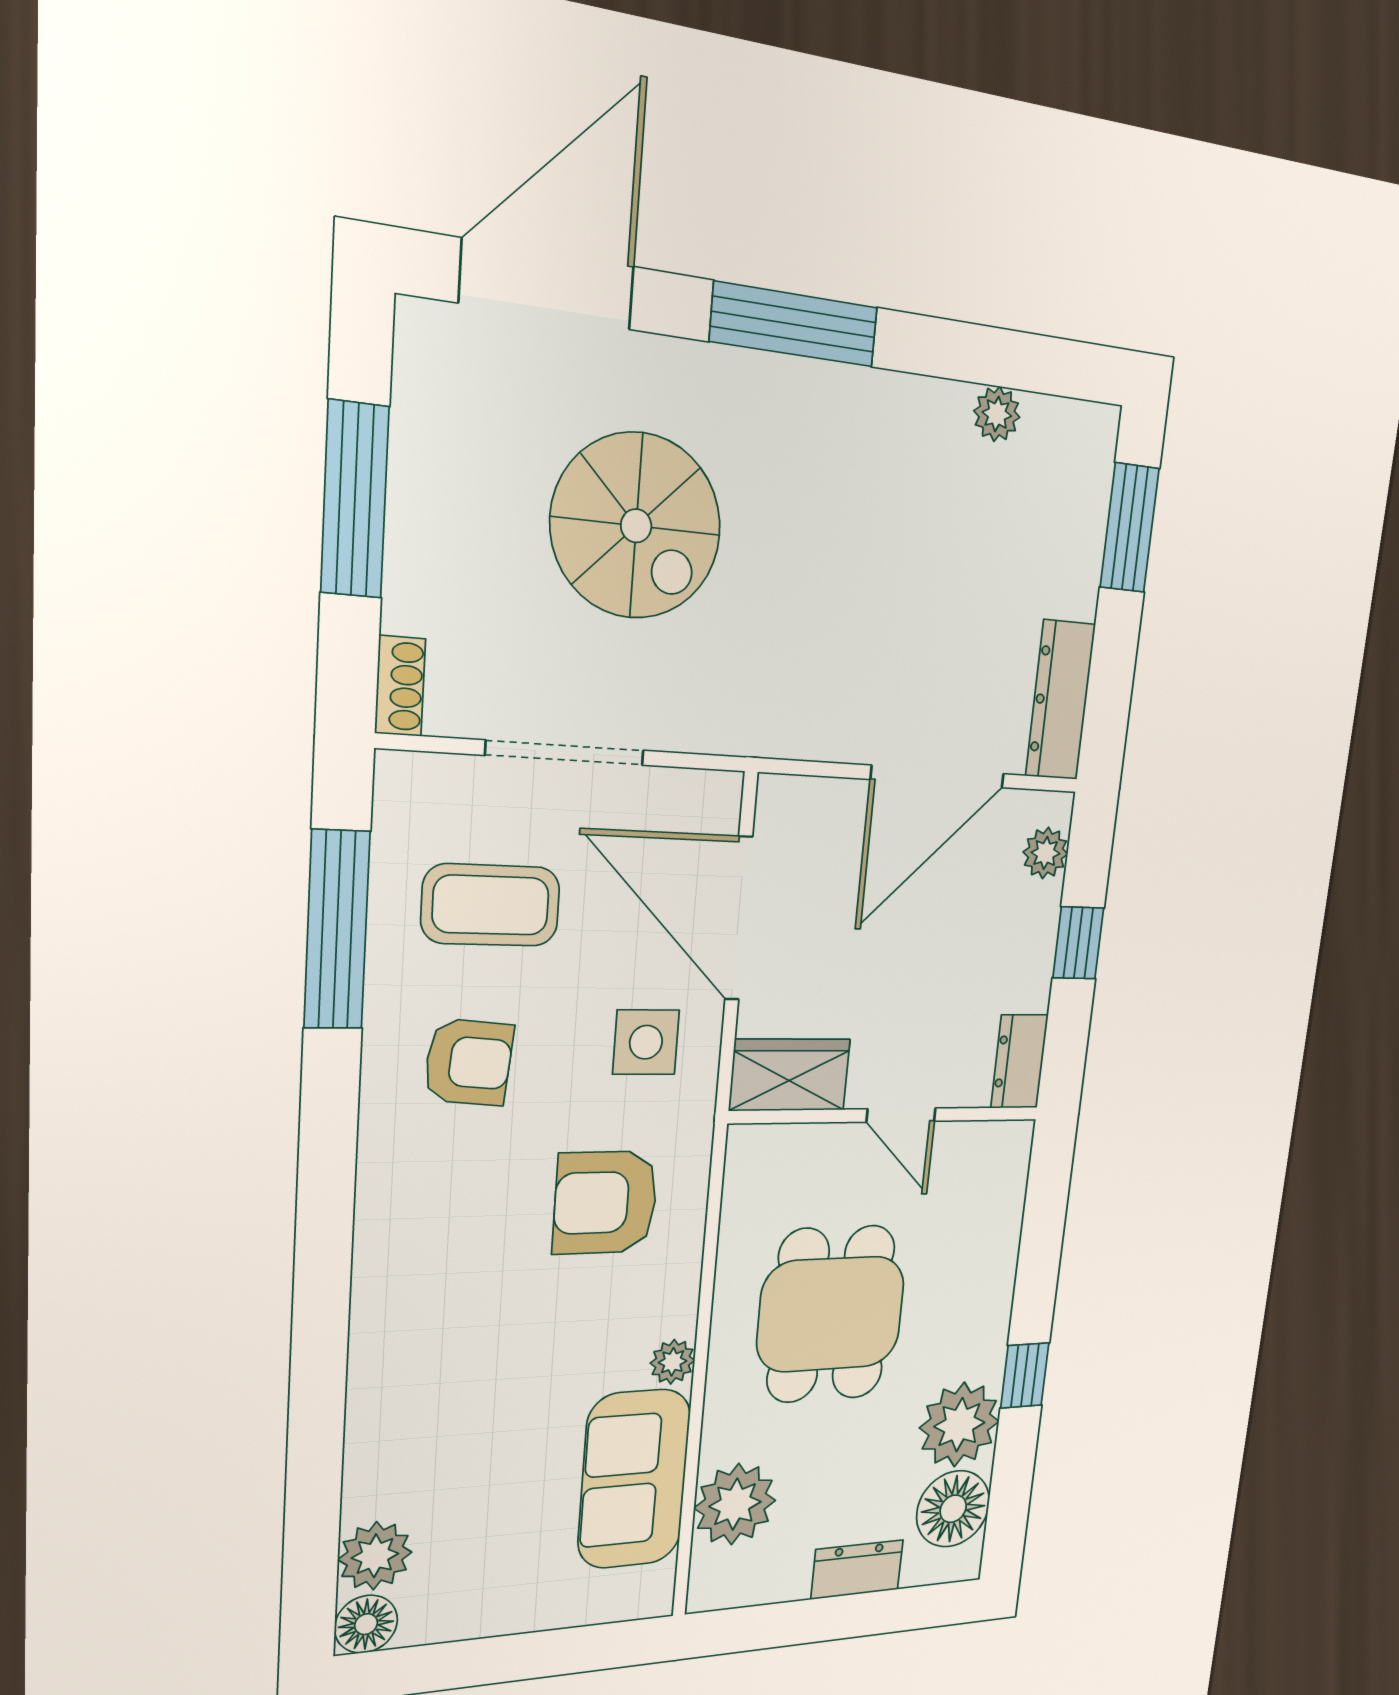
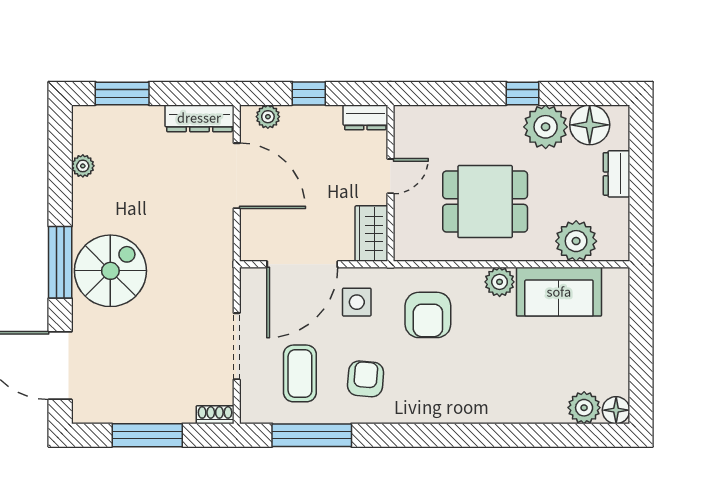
spiral stairs: (636, 526) -> (110, 271), moved
plant: (673, 1362) -> (500, 282), width x1.38, depth x1.38

